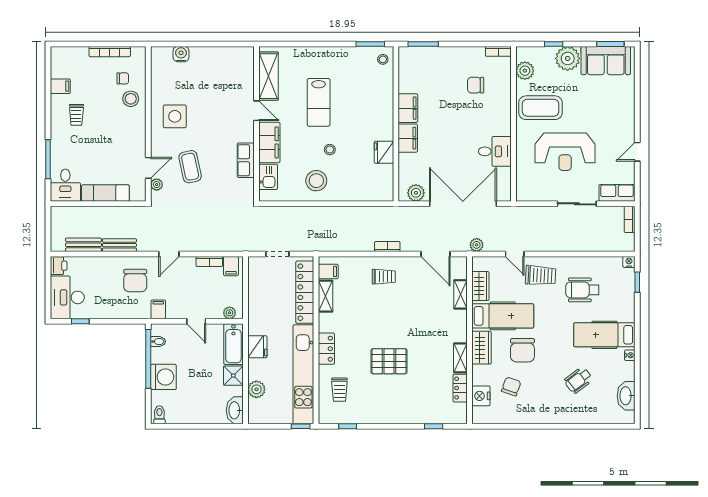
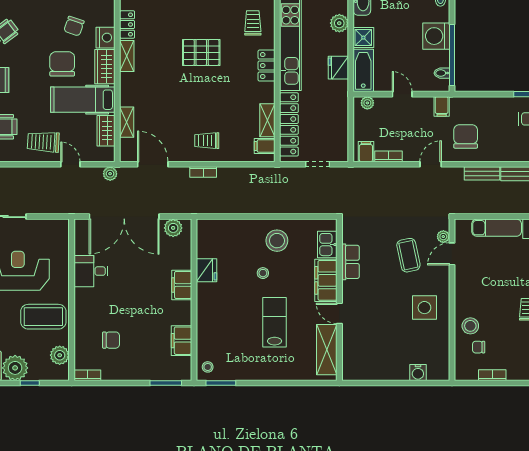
bookcase: (110, 52) -> (492, 375), width x0.64
filing cabinet: (408, 108) -> (182, 341), moved
nightstand: (481, 396) -> (105, 38), moved

